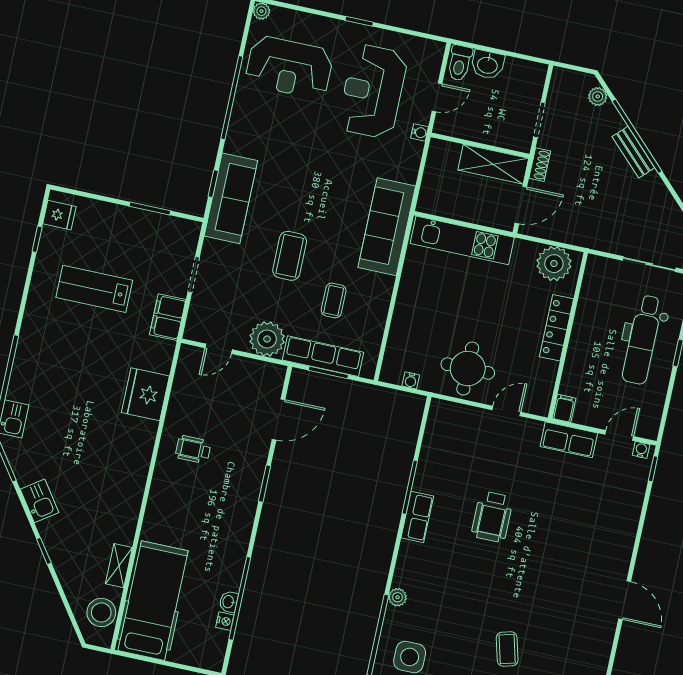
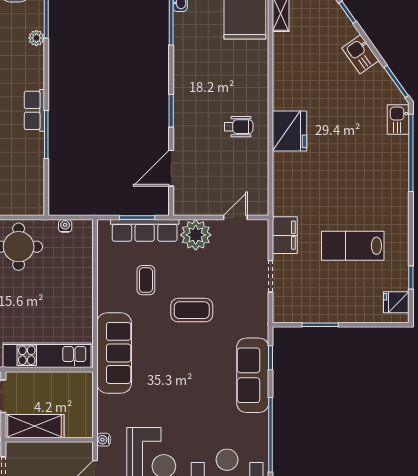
sofa: (231, 198) -> (253, 375), moved
coffee table: (290, 256) -> (192, 310), turned 90
lab bench: (94, 289) -> (353, 246), turned 180
fridge: (145, 394) -> (290, 131), moved

